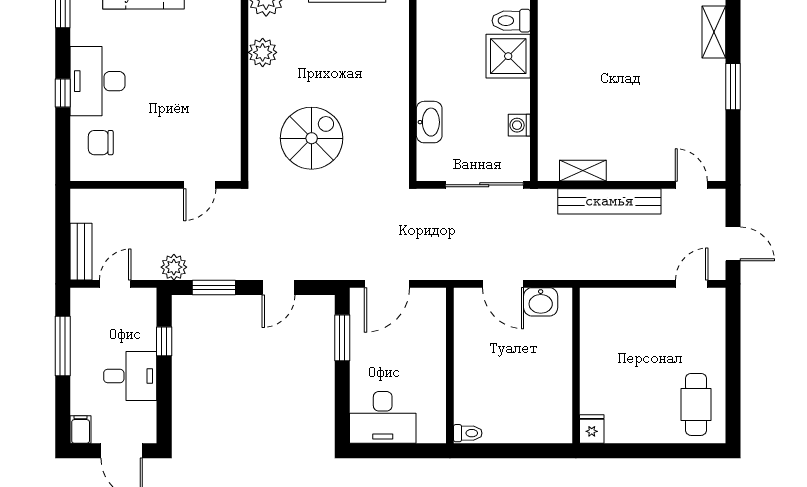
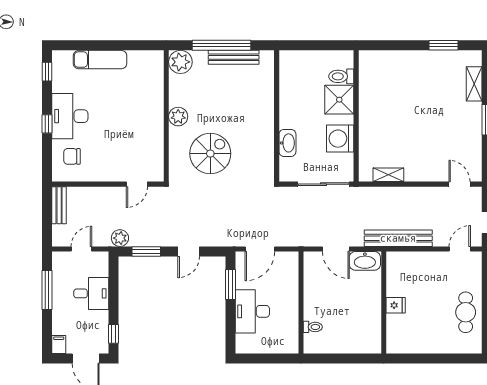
plant: (263, 52) -> (178, 117), moved
washing machine: (519, 125) -> (340, 139), width x1.89, depth x1.89
bench: (609, 201) -> (398, 238), moved
bench: (81, 252) -> (59, 205), moved
washbasin: (541, 302) -> (365, 261), width x1.38
window: (164, 341) -> (114, 334), moved
desk: (130, 376) -> (91, 293), moved
cafe table: (696, 404) -> (466, 312), moved
desk: (383, 417) -> (252, 311), moved, turned 90
fridge: (592, 429) -> (396, 305), moved, turned 90
toilet: (468, 433) -> (313, 327), moved

